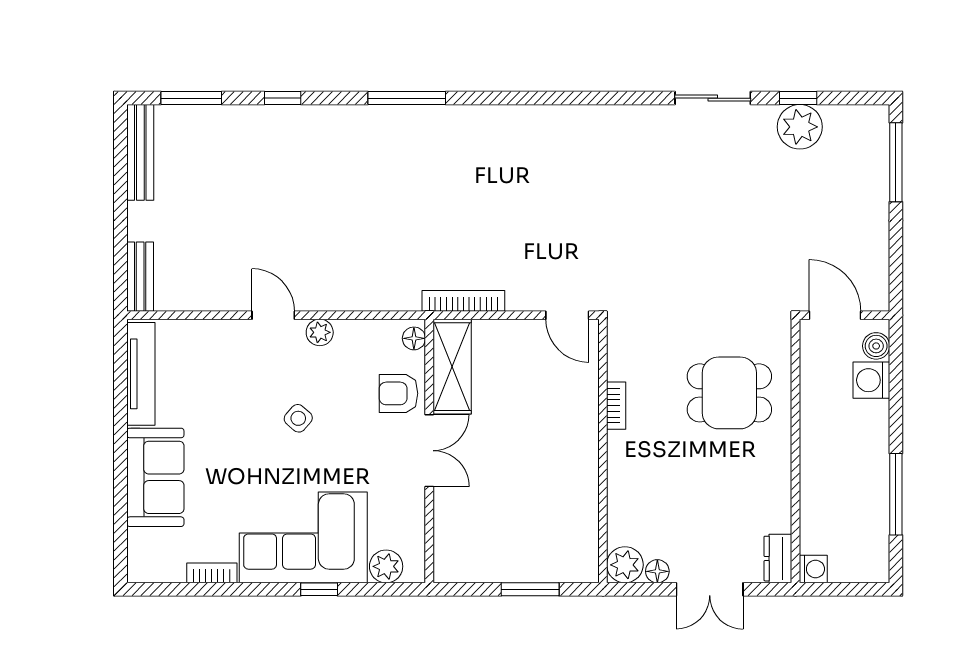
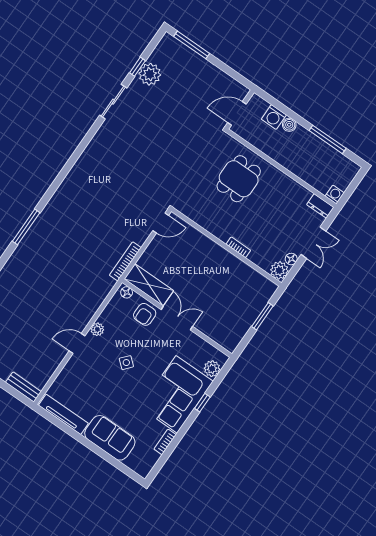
boiler: (876, 346) -> (289, 125), moved
bookcase: (616, 406) -> (238, 247), moved

